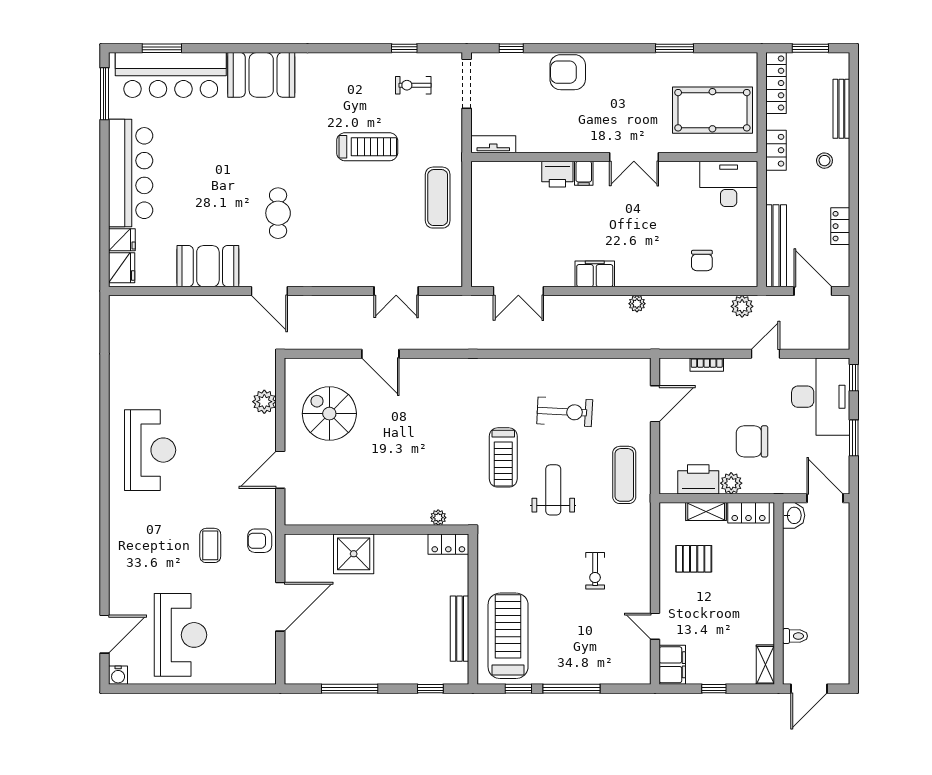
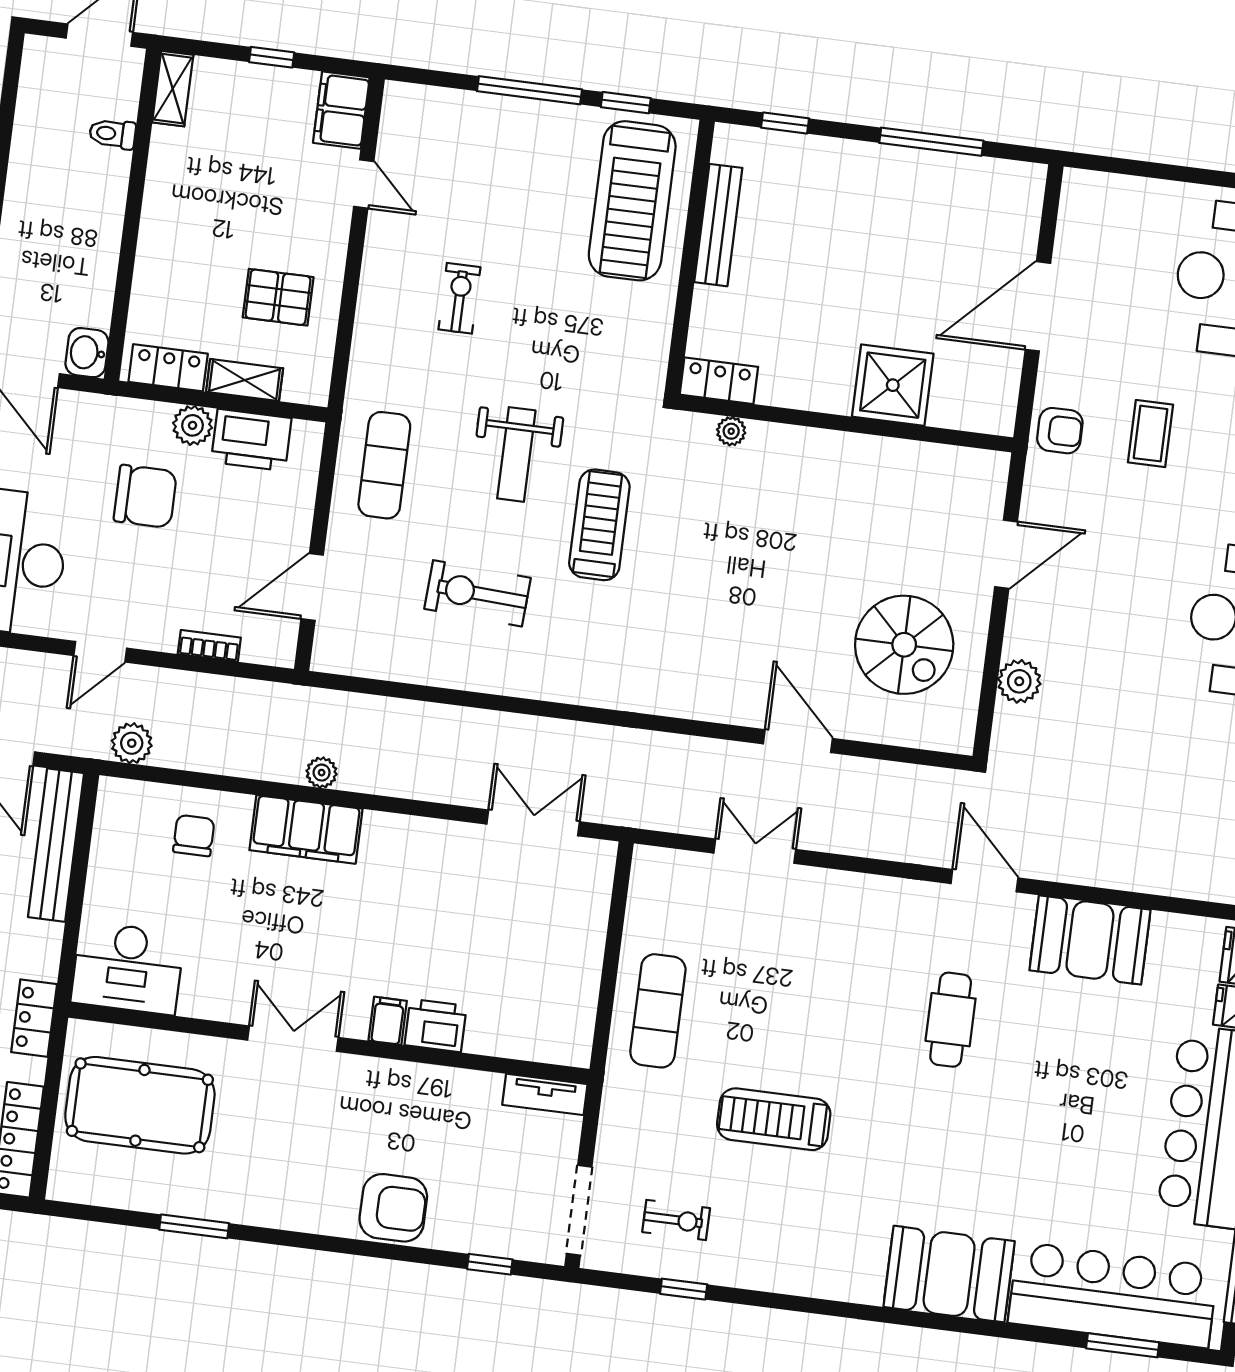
filing cabinet: (595, 274) -> (306, 829), moved, width x1.50, depth x1.17

